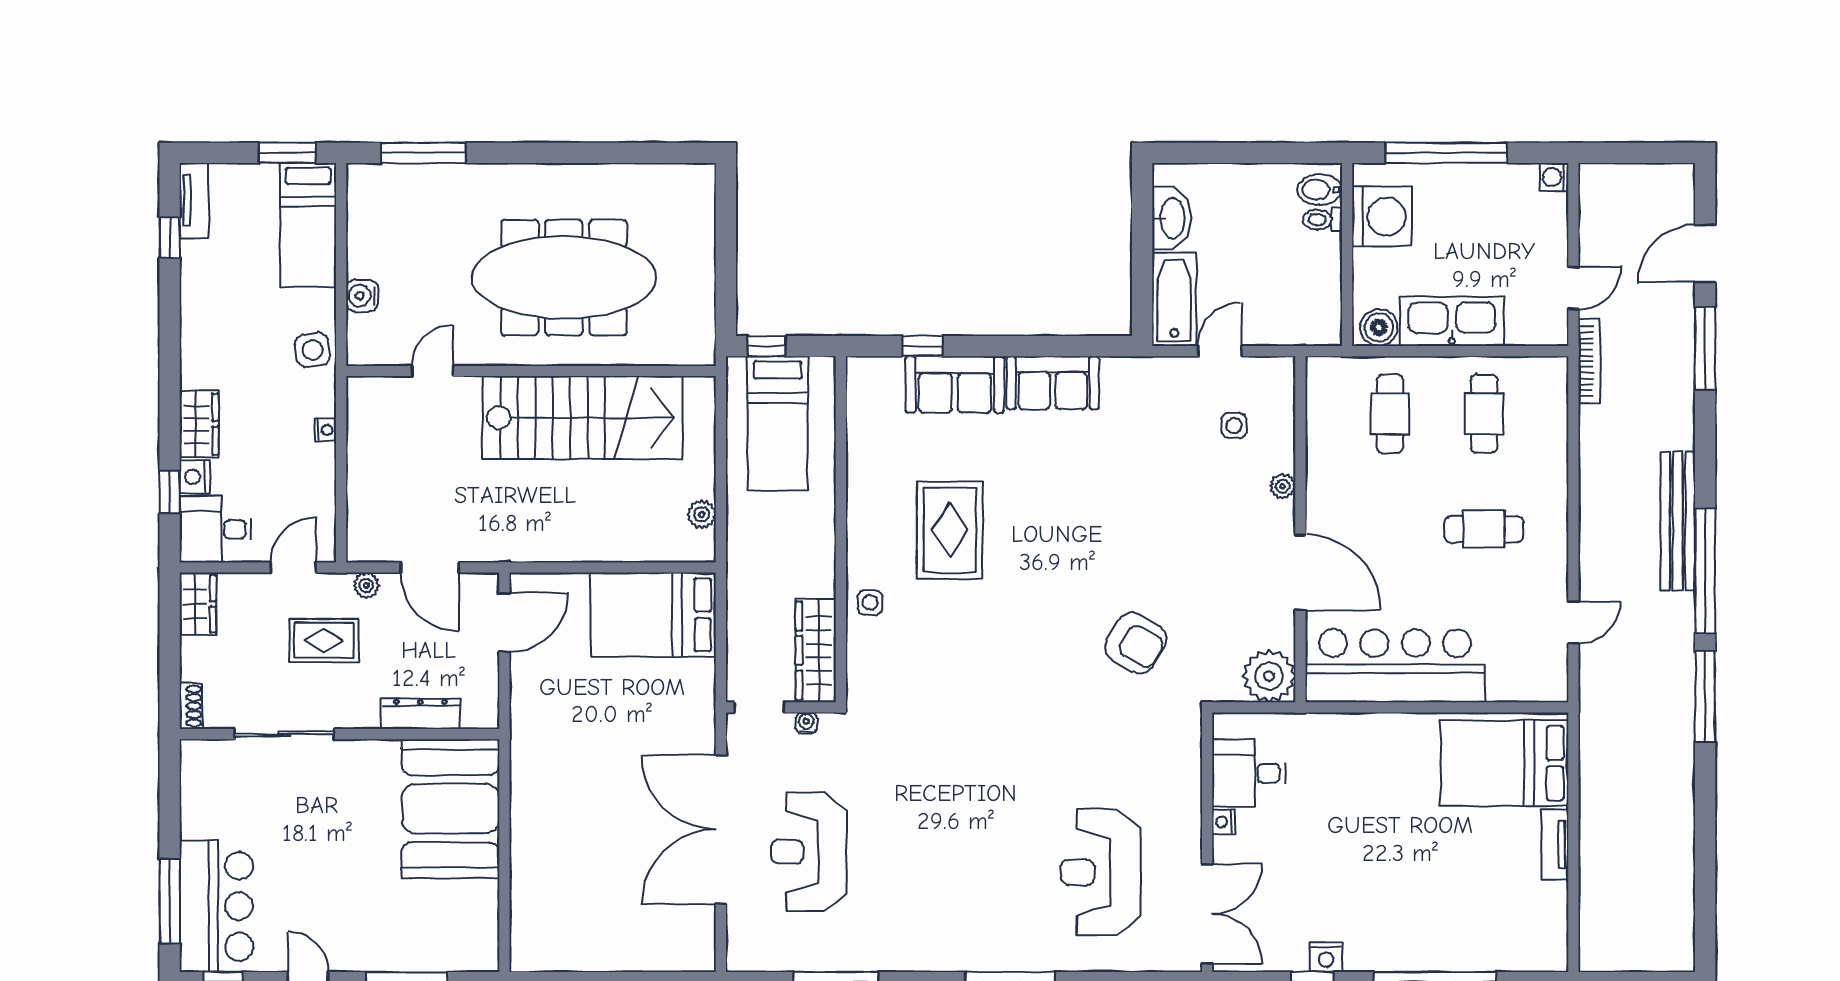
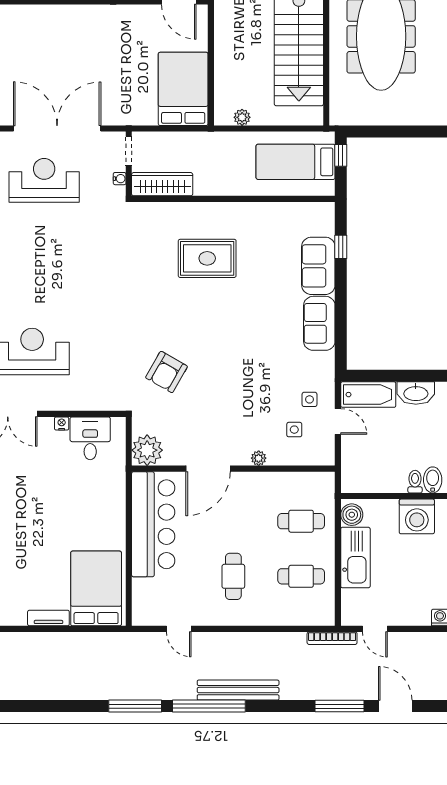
rug: (950, 530) -> (207, 258), moved
side table: (870, 602) -> (310, 399), moved

